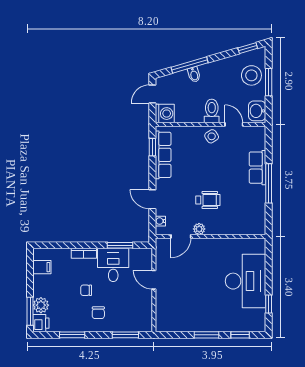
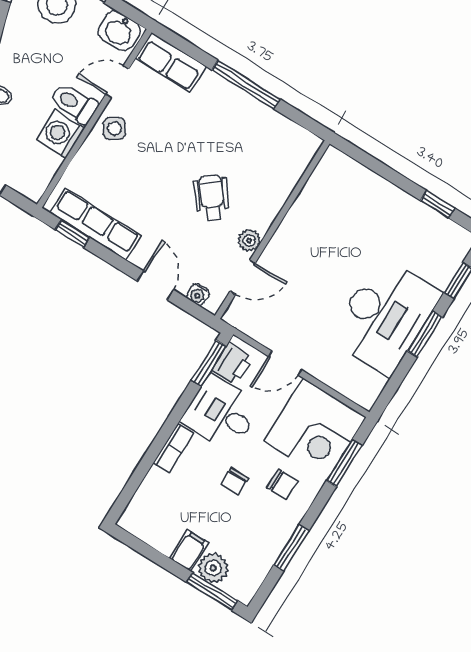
washing machine: (165, 114) -> (60, 134), moved, turned -90
row of seats: (257, 168) -> (171, 62), moved
door: (152, 199) -> (155, 285), swing flipped
wheelchair: (208, 200) -> (212, 198), turned -38
door: (181, 236) -> (243, 277), hinge flipped
window: (120, 245) -> (209, 363), moved
filing cabinet: (42, 267) -> (189, 551), moved
desk: (246, 281) -> (385, 316), moved, turned 90
corner desk: (132, 312) -> (315, 429), added
printer: (41, 323) -> (232, 364), moved, turned 90

